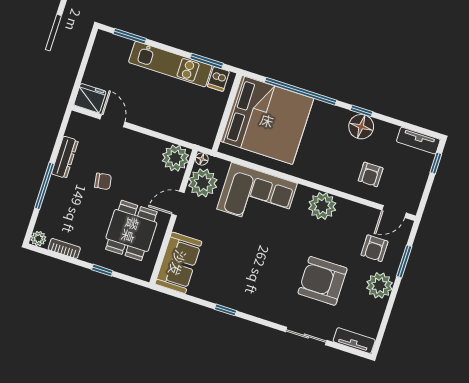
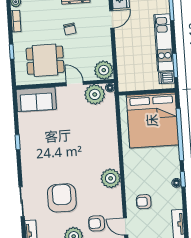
floor lamp: (361, 127) -> (176, 183), width x0.53, depth x0.53
corner sofa: (257, 196) -> (100, 133), removed

